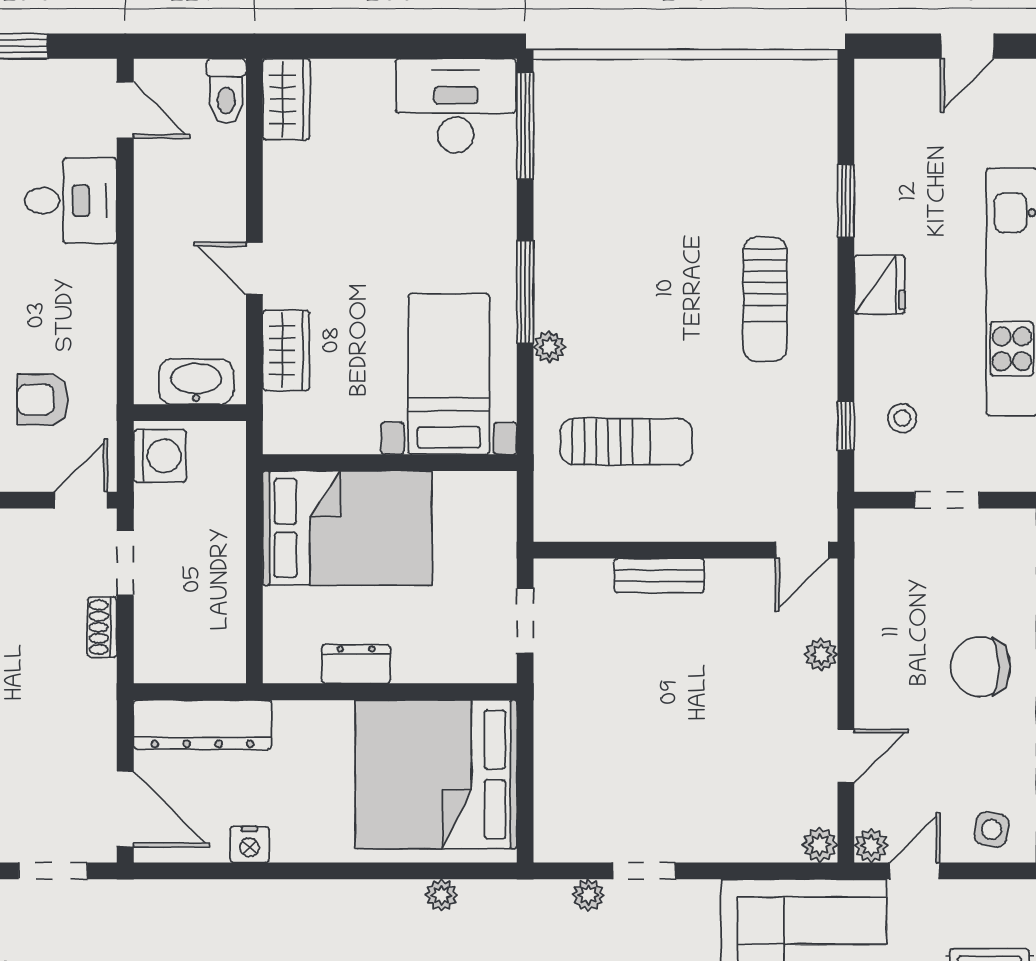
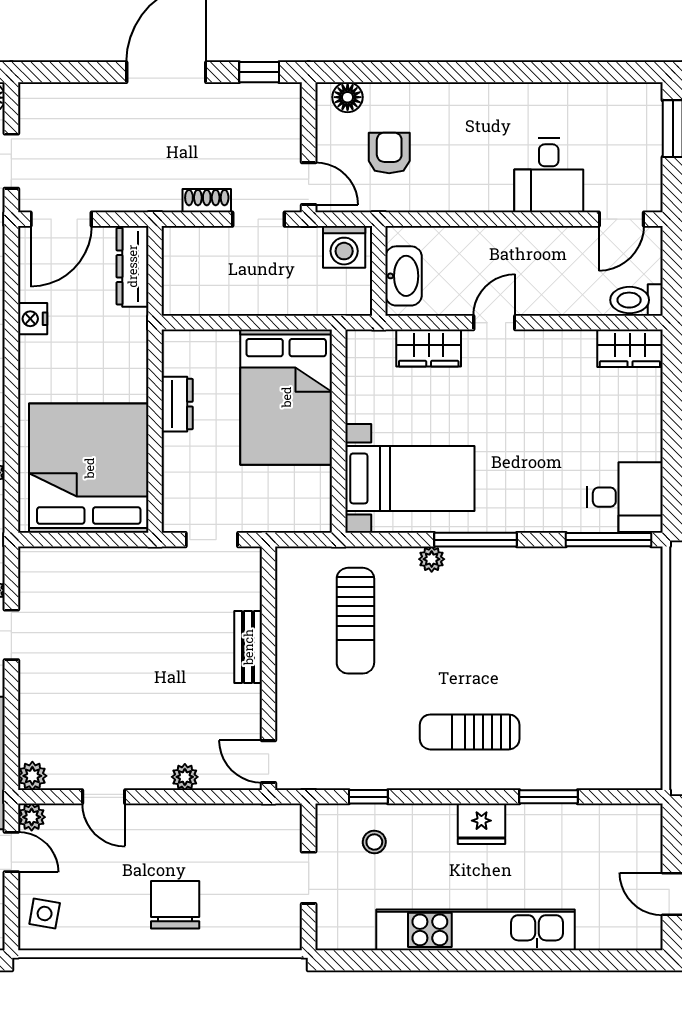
desk: (456, 106) -> (625, 497), width x0.73
dresser: (203, 725) -> (132, 266), width x0.73, depth x0.80

